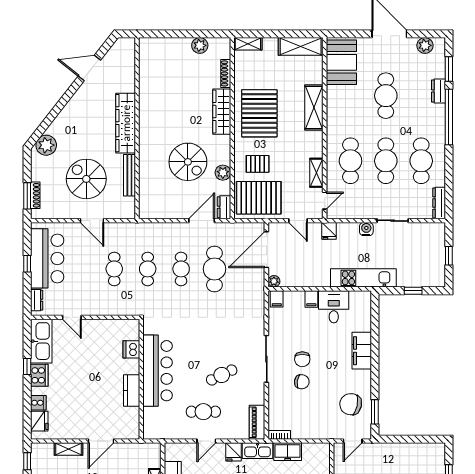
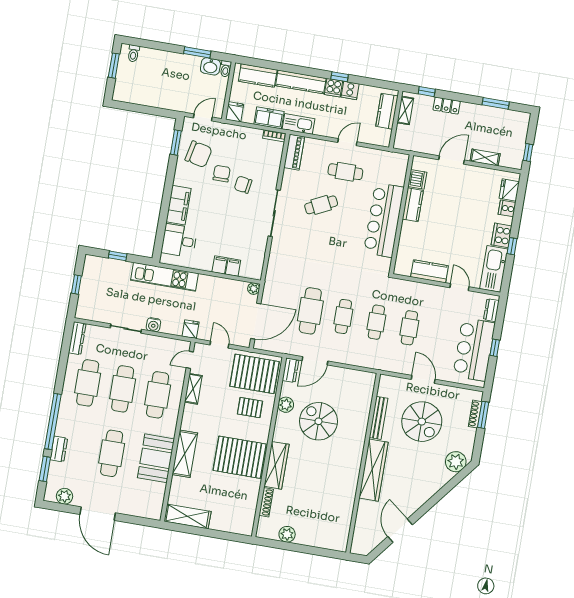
shelving: (248, 44) -> (239, 528), removed
booth: (341, 62) -> (156, 458), moved
door: (89, 68) -> (400, 531), swing flipped
pallet: (259, 113) -> (240, 457), turned 90
filing cabinet: (277, 299) -> (233, 267), moved
desk: (334, 307) -> (179, 241), moved, turned 90
kitchen counter: (104, 328) -> (430, 271), added
dishwasher: (131, 349) -> (417, 179), moved
chair: (302, 359) -> (222, 174), moved
fridge: (234, 452) -> (235, 112), moved

